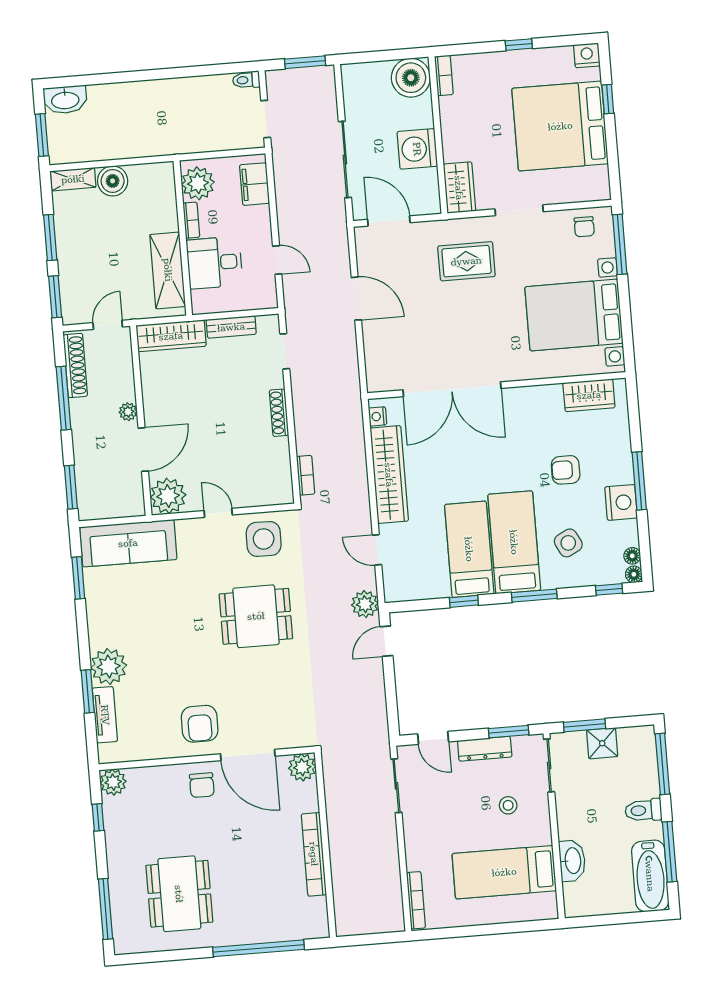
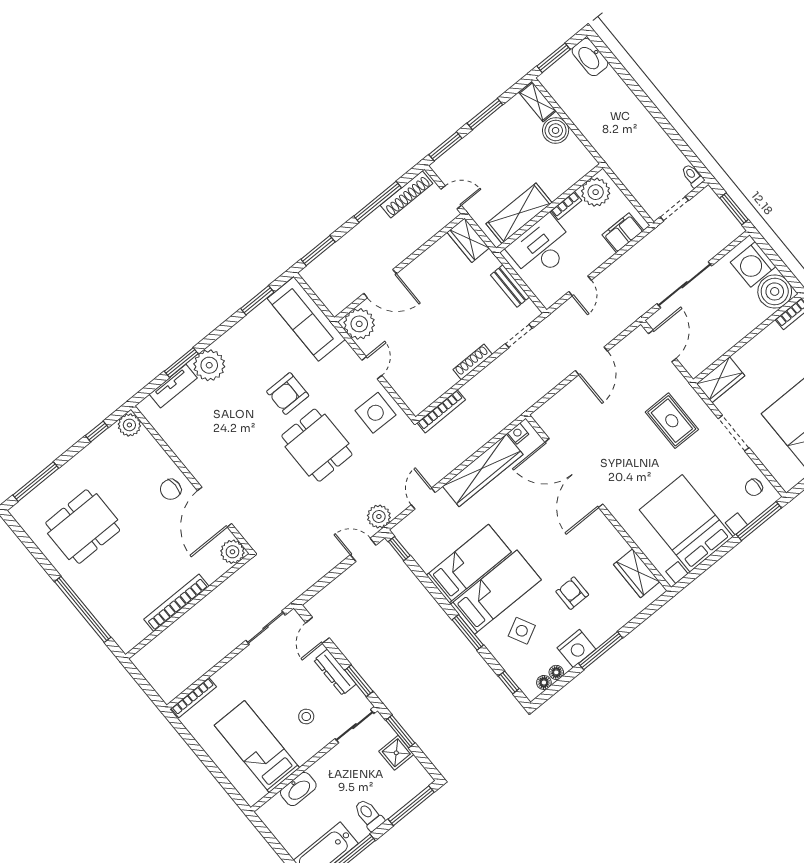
washing machine: (417, 149) -> (753, 264), moved, turned -90
desk: (214, 263) -> (541, 248), width x1.37
wardrobe: (171, 336) -> (468, 240), width x0.67
plant: (128, 412) -> (399, 254), removed
bookcase: (306, 475) -> (441, 411), width x1.56
floor lamp: (634, 574) -> (556, 672), moved
window: (464, 601) -> (399, 549), moved
armchair: (200, 724) -> (288, 394), moved

